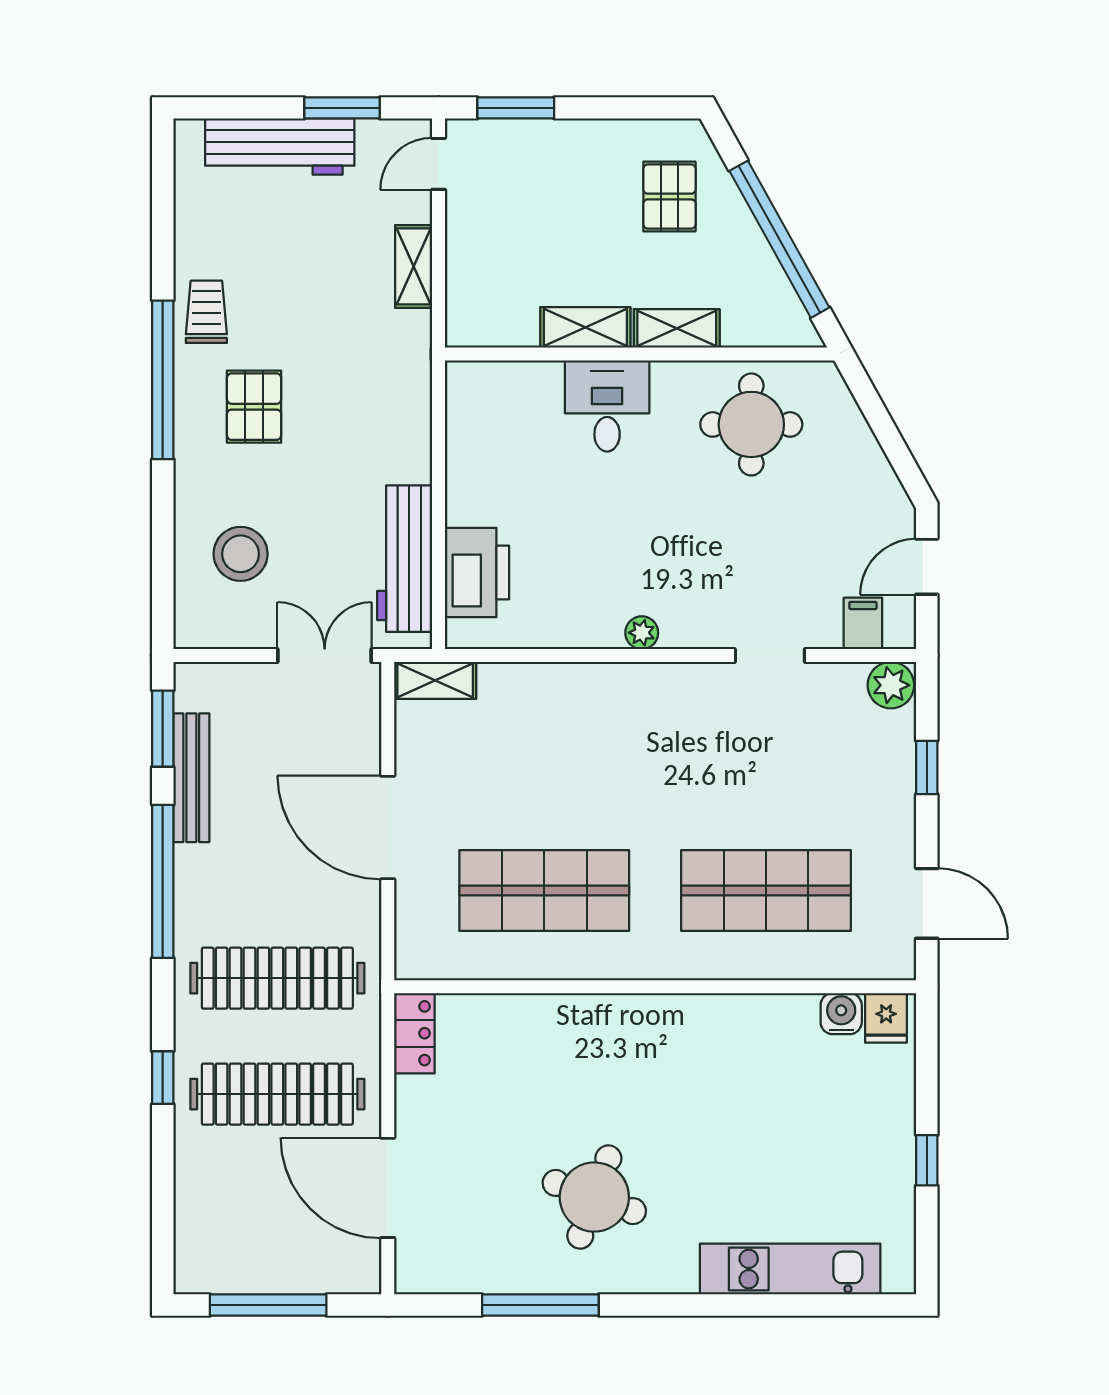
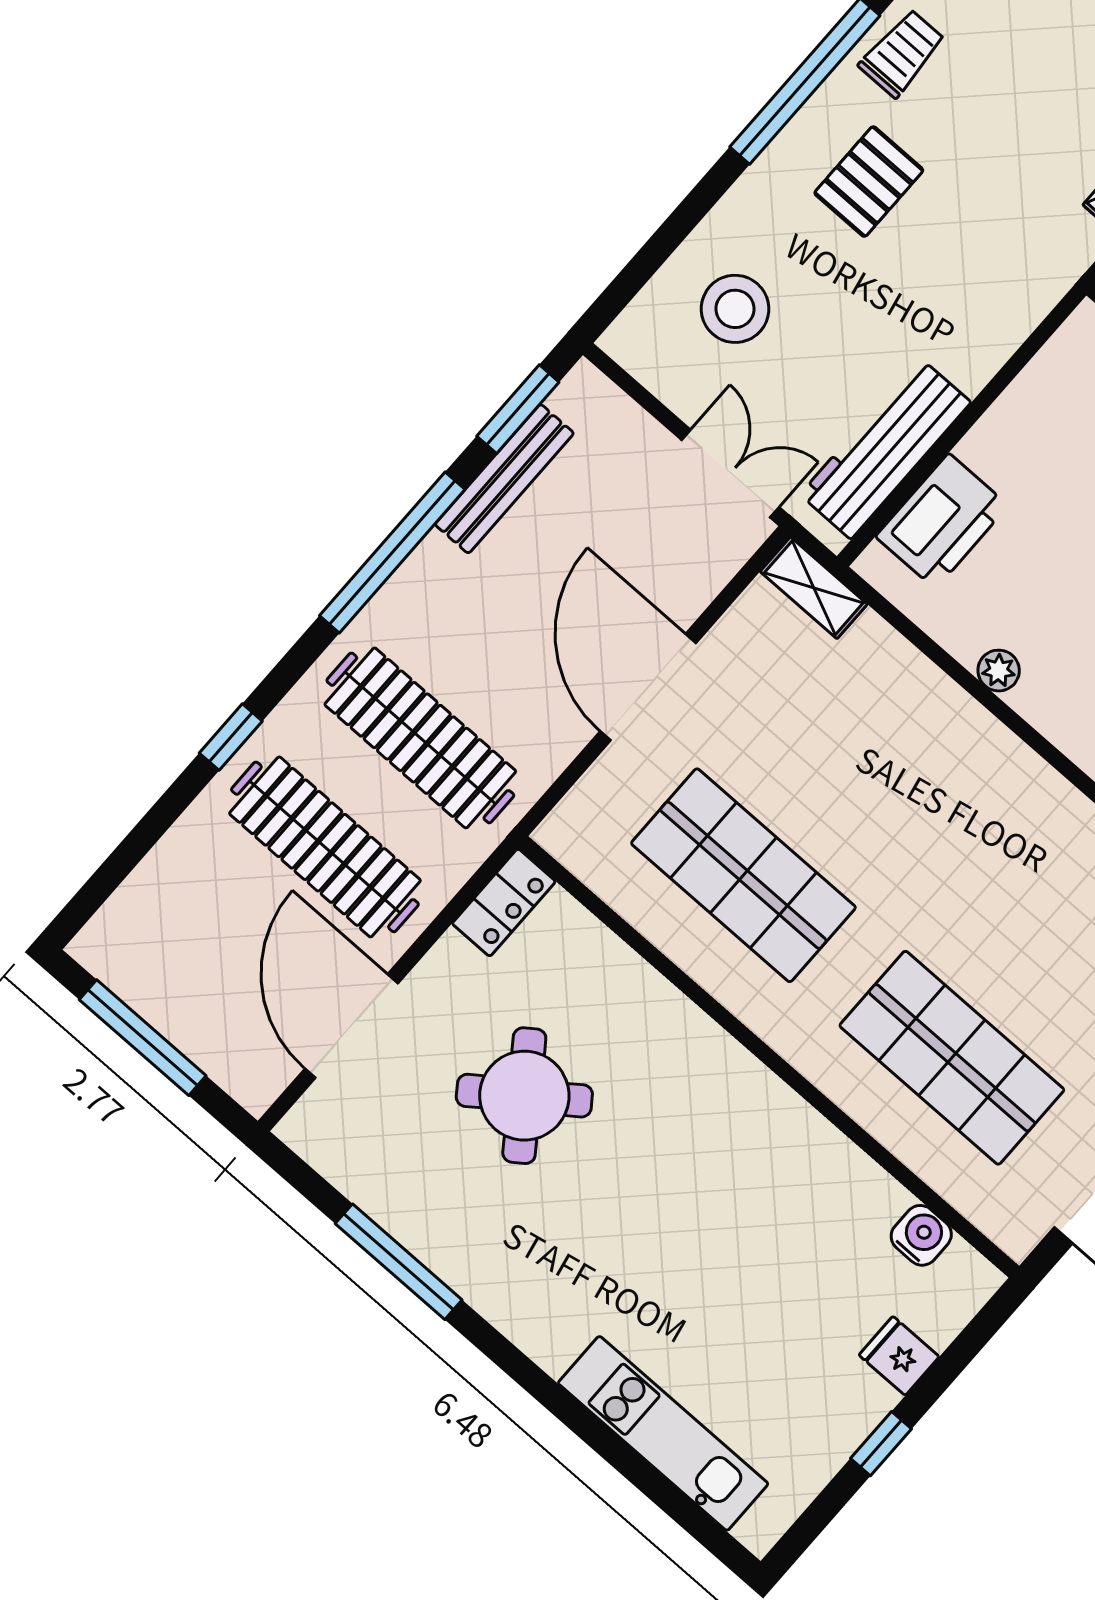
plant: (642, 633) -> (999, 671), moved
fridge: (886, 1018) -> (899, 1356), moved, turned 90
round table: (594, 1197) -> (524, 1096), moved, turned 34

